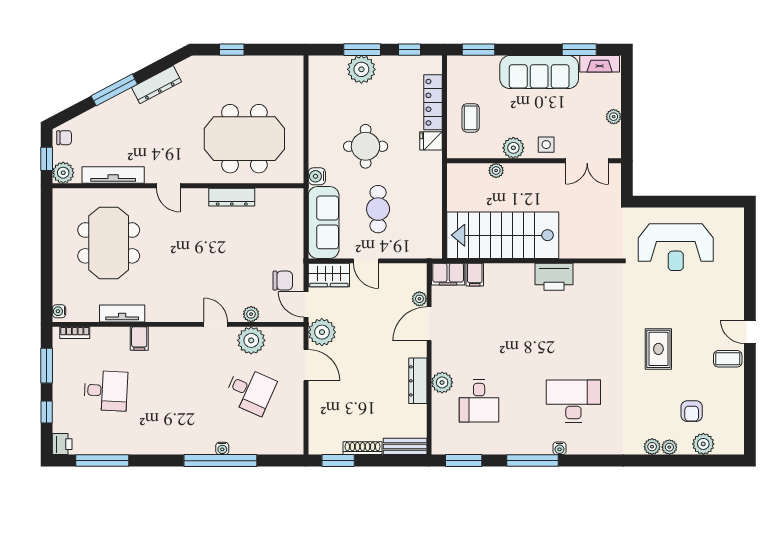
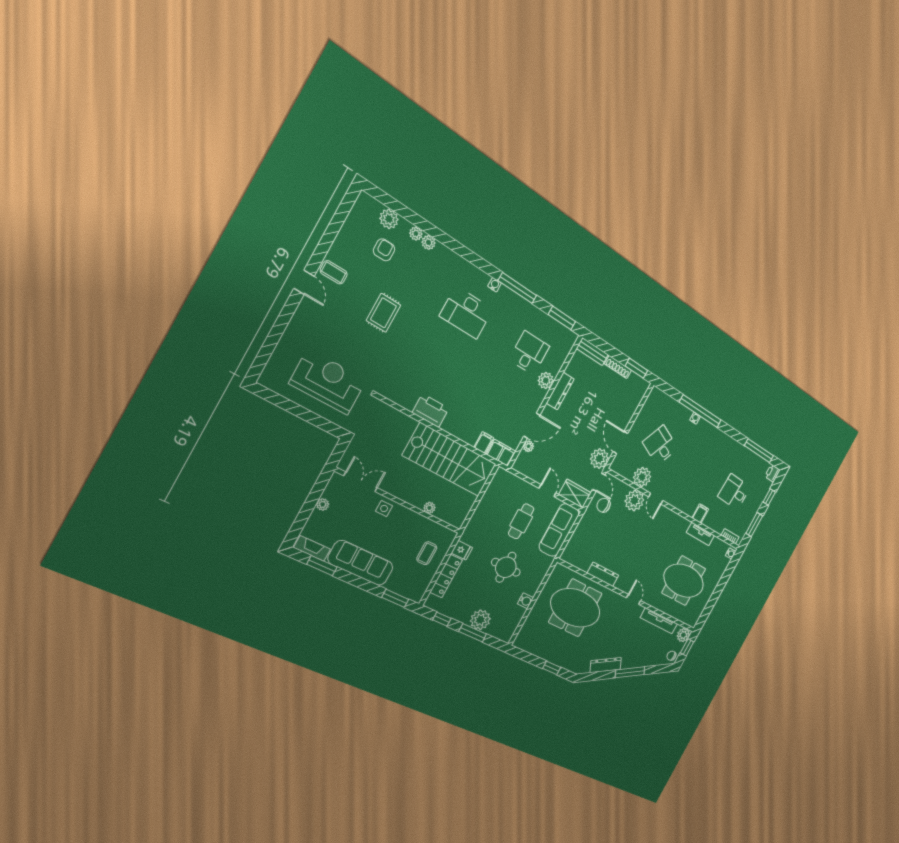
plant: (513, 148) -> (409, 518), removed
water cooler: (317, 176) -> (525, 601), moved
meeting table: (109, 243) -> (684, 581), turned 90
plant: (251, 314) -> (634, 501), width x1.88, depth x1.88

